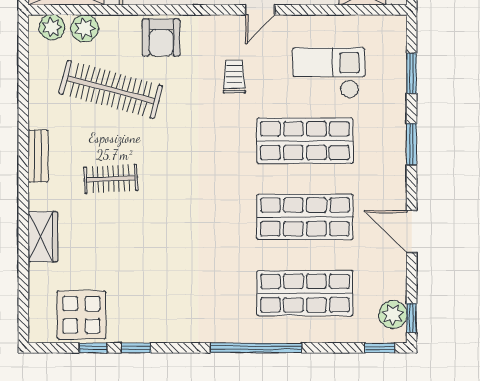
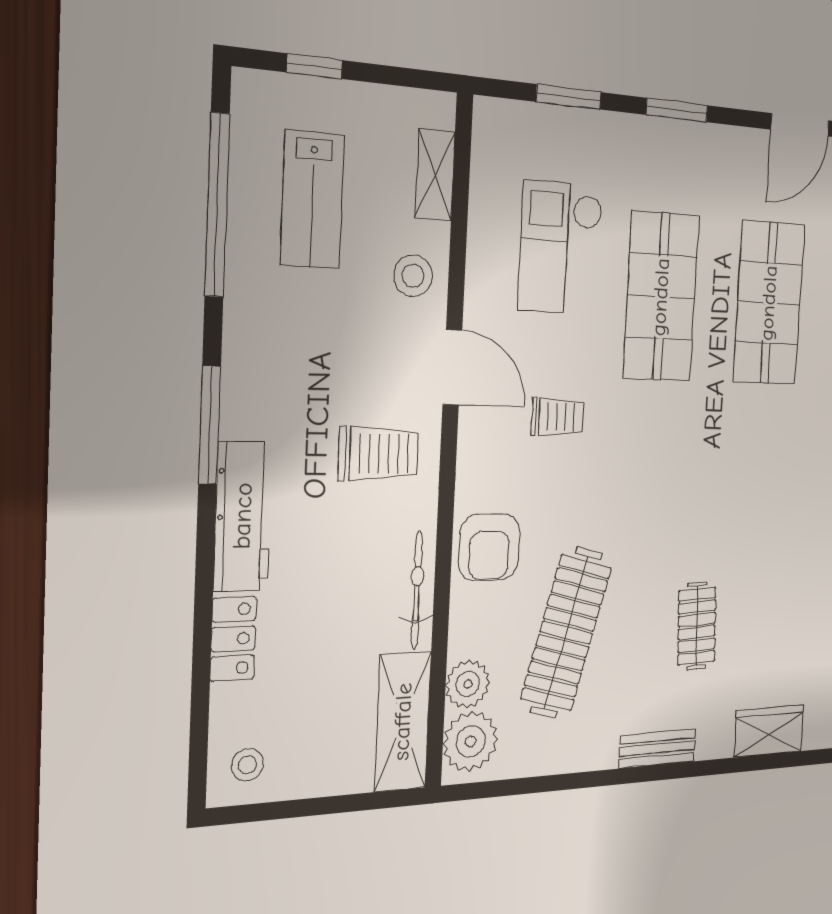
door: (260, 10) -> (452, 367), width x1.37
plant: (52, 27) -> (471, 741), width x1.36, depth x1.36
armchair: (161, 38) -> (489, 547), turned 90
trolley: (234, 77) -> (557, 417), turned 180

